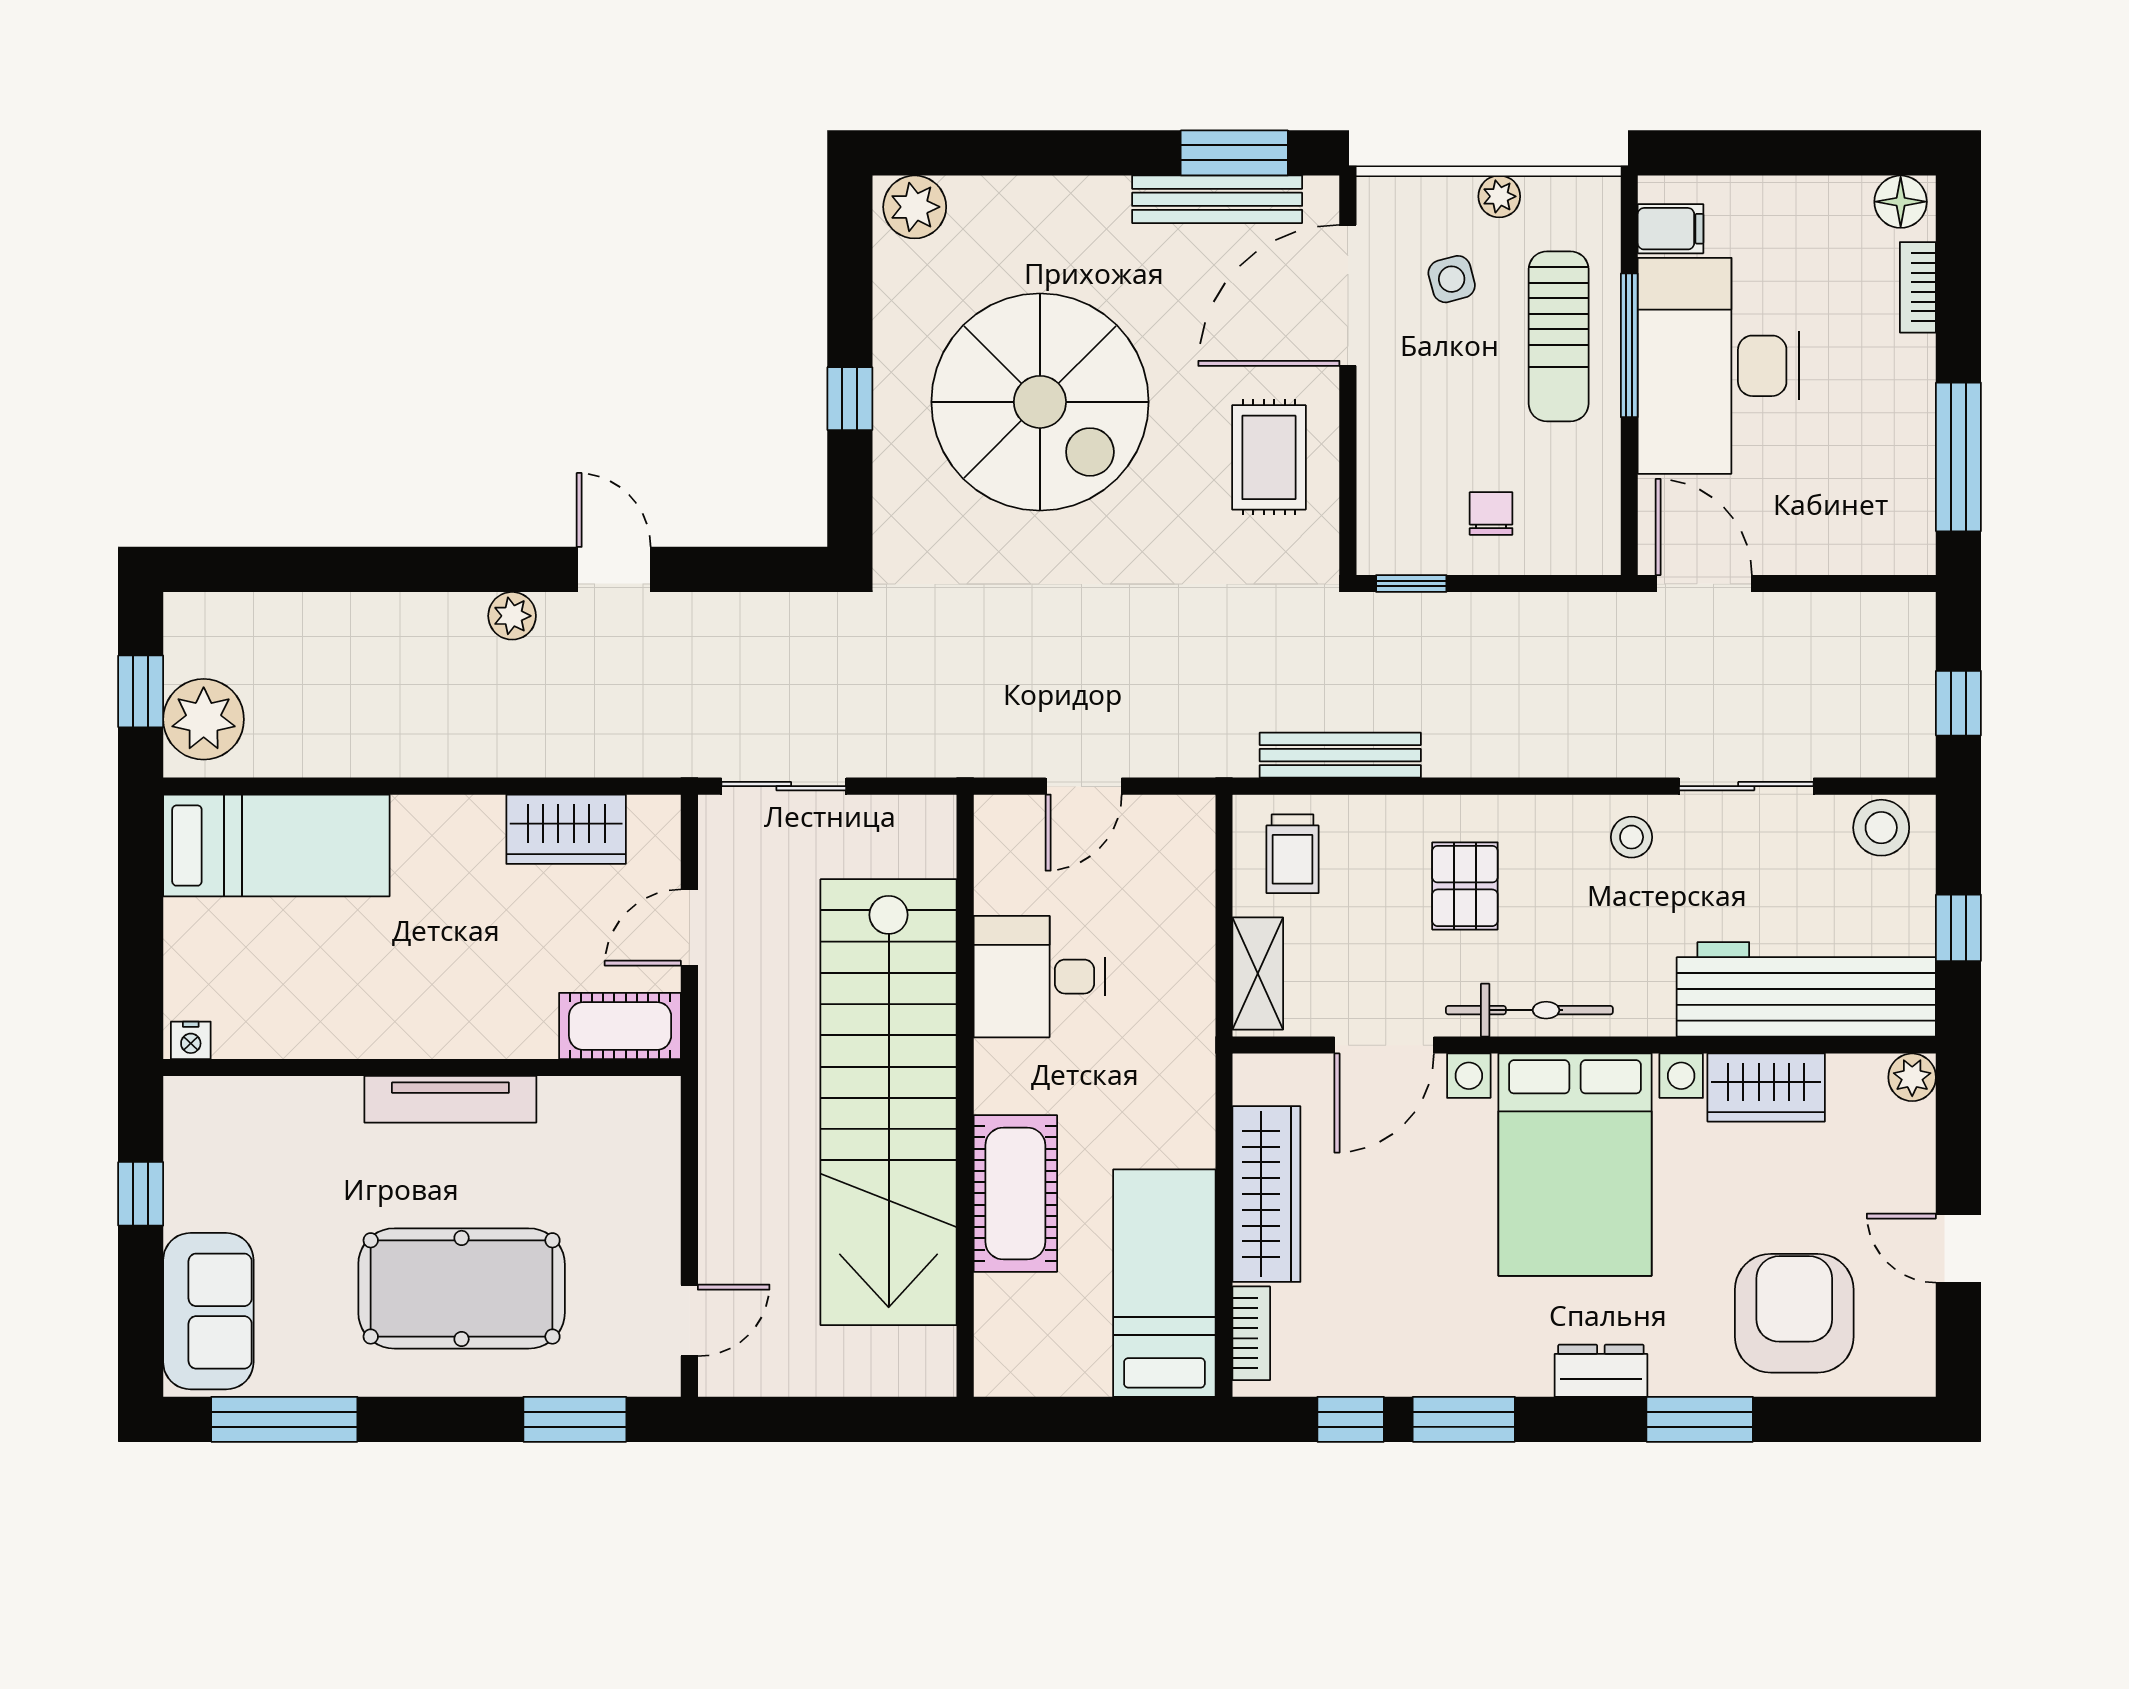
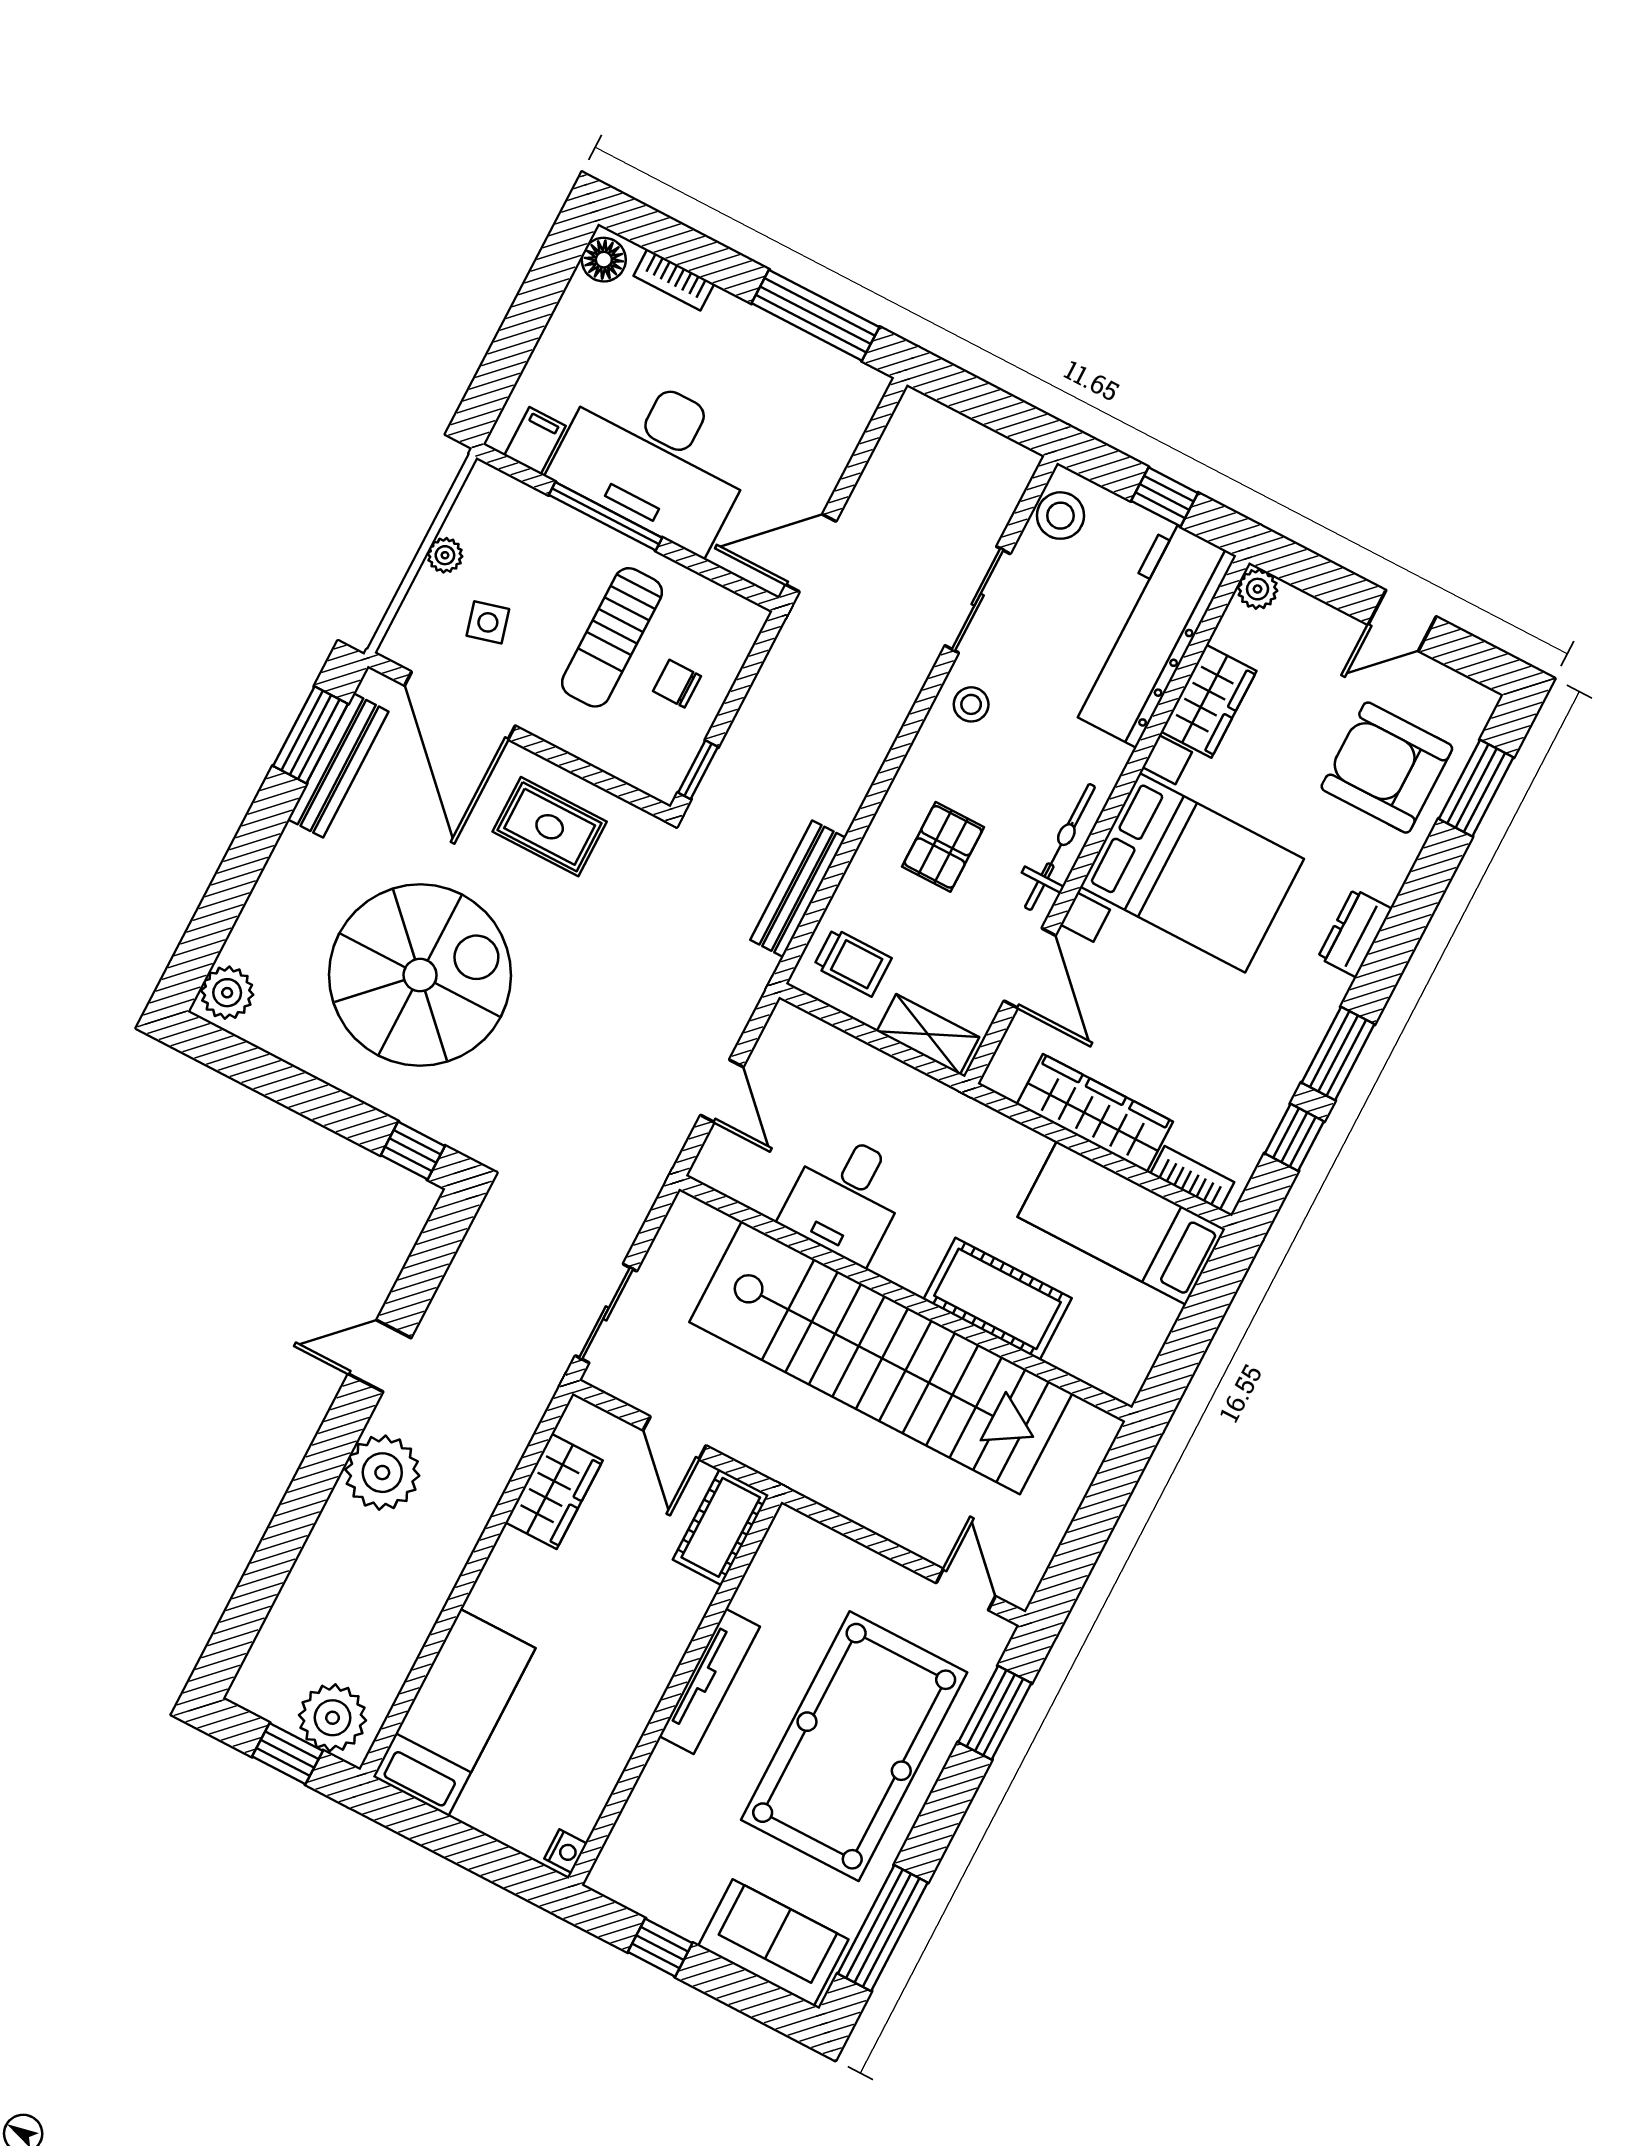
sun lounger: (1559, 336) -> (612, 637), moved, turned 90
window: (850, 399) -> (413, 1151), moved
plant: (512, 616) -> (382, 1473), width x1.87, depth x1.87
window: (1958, 703) -> (998, 410), removed
pallet: (1465, 886) -> (943, 847), turned 90
pool table: (462, 1288) -> (854, 1746), width x1.36, depth x1.32
window: (1700, 1419) -> (1476, 788), moved

